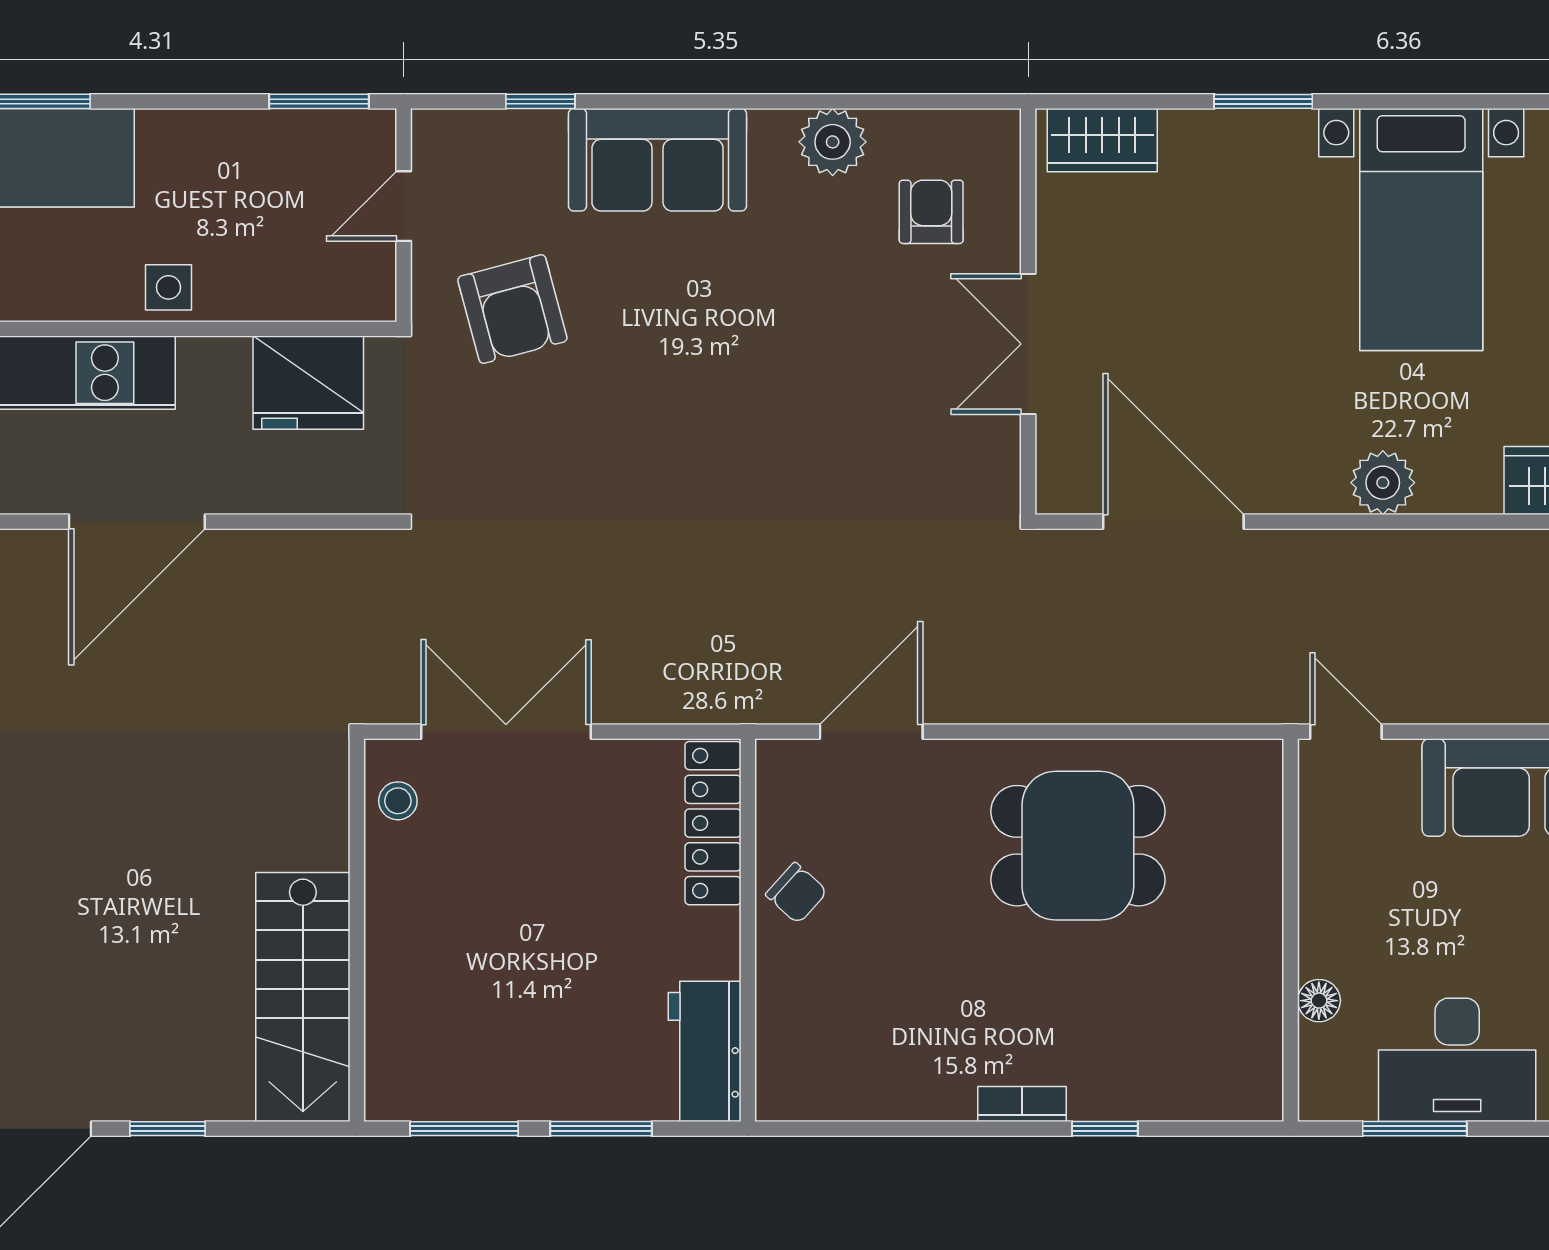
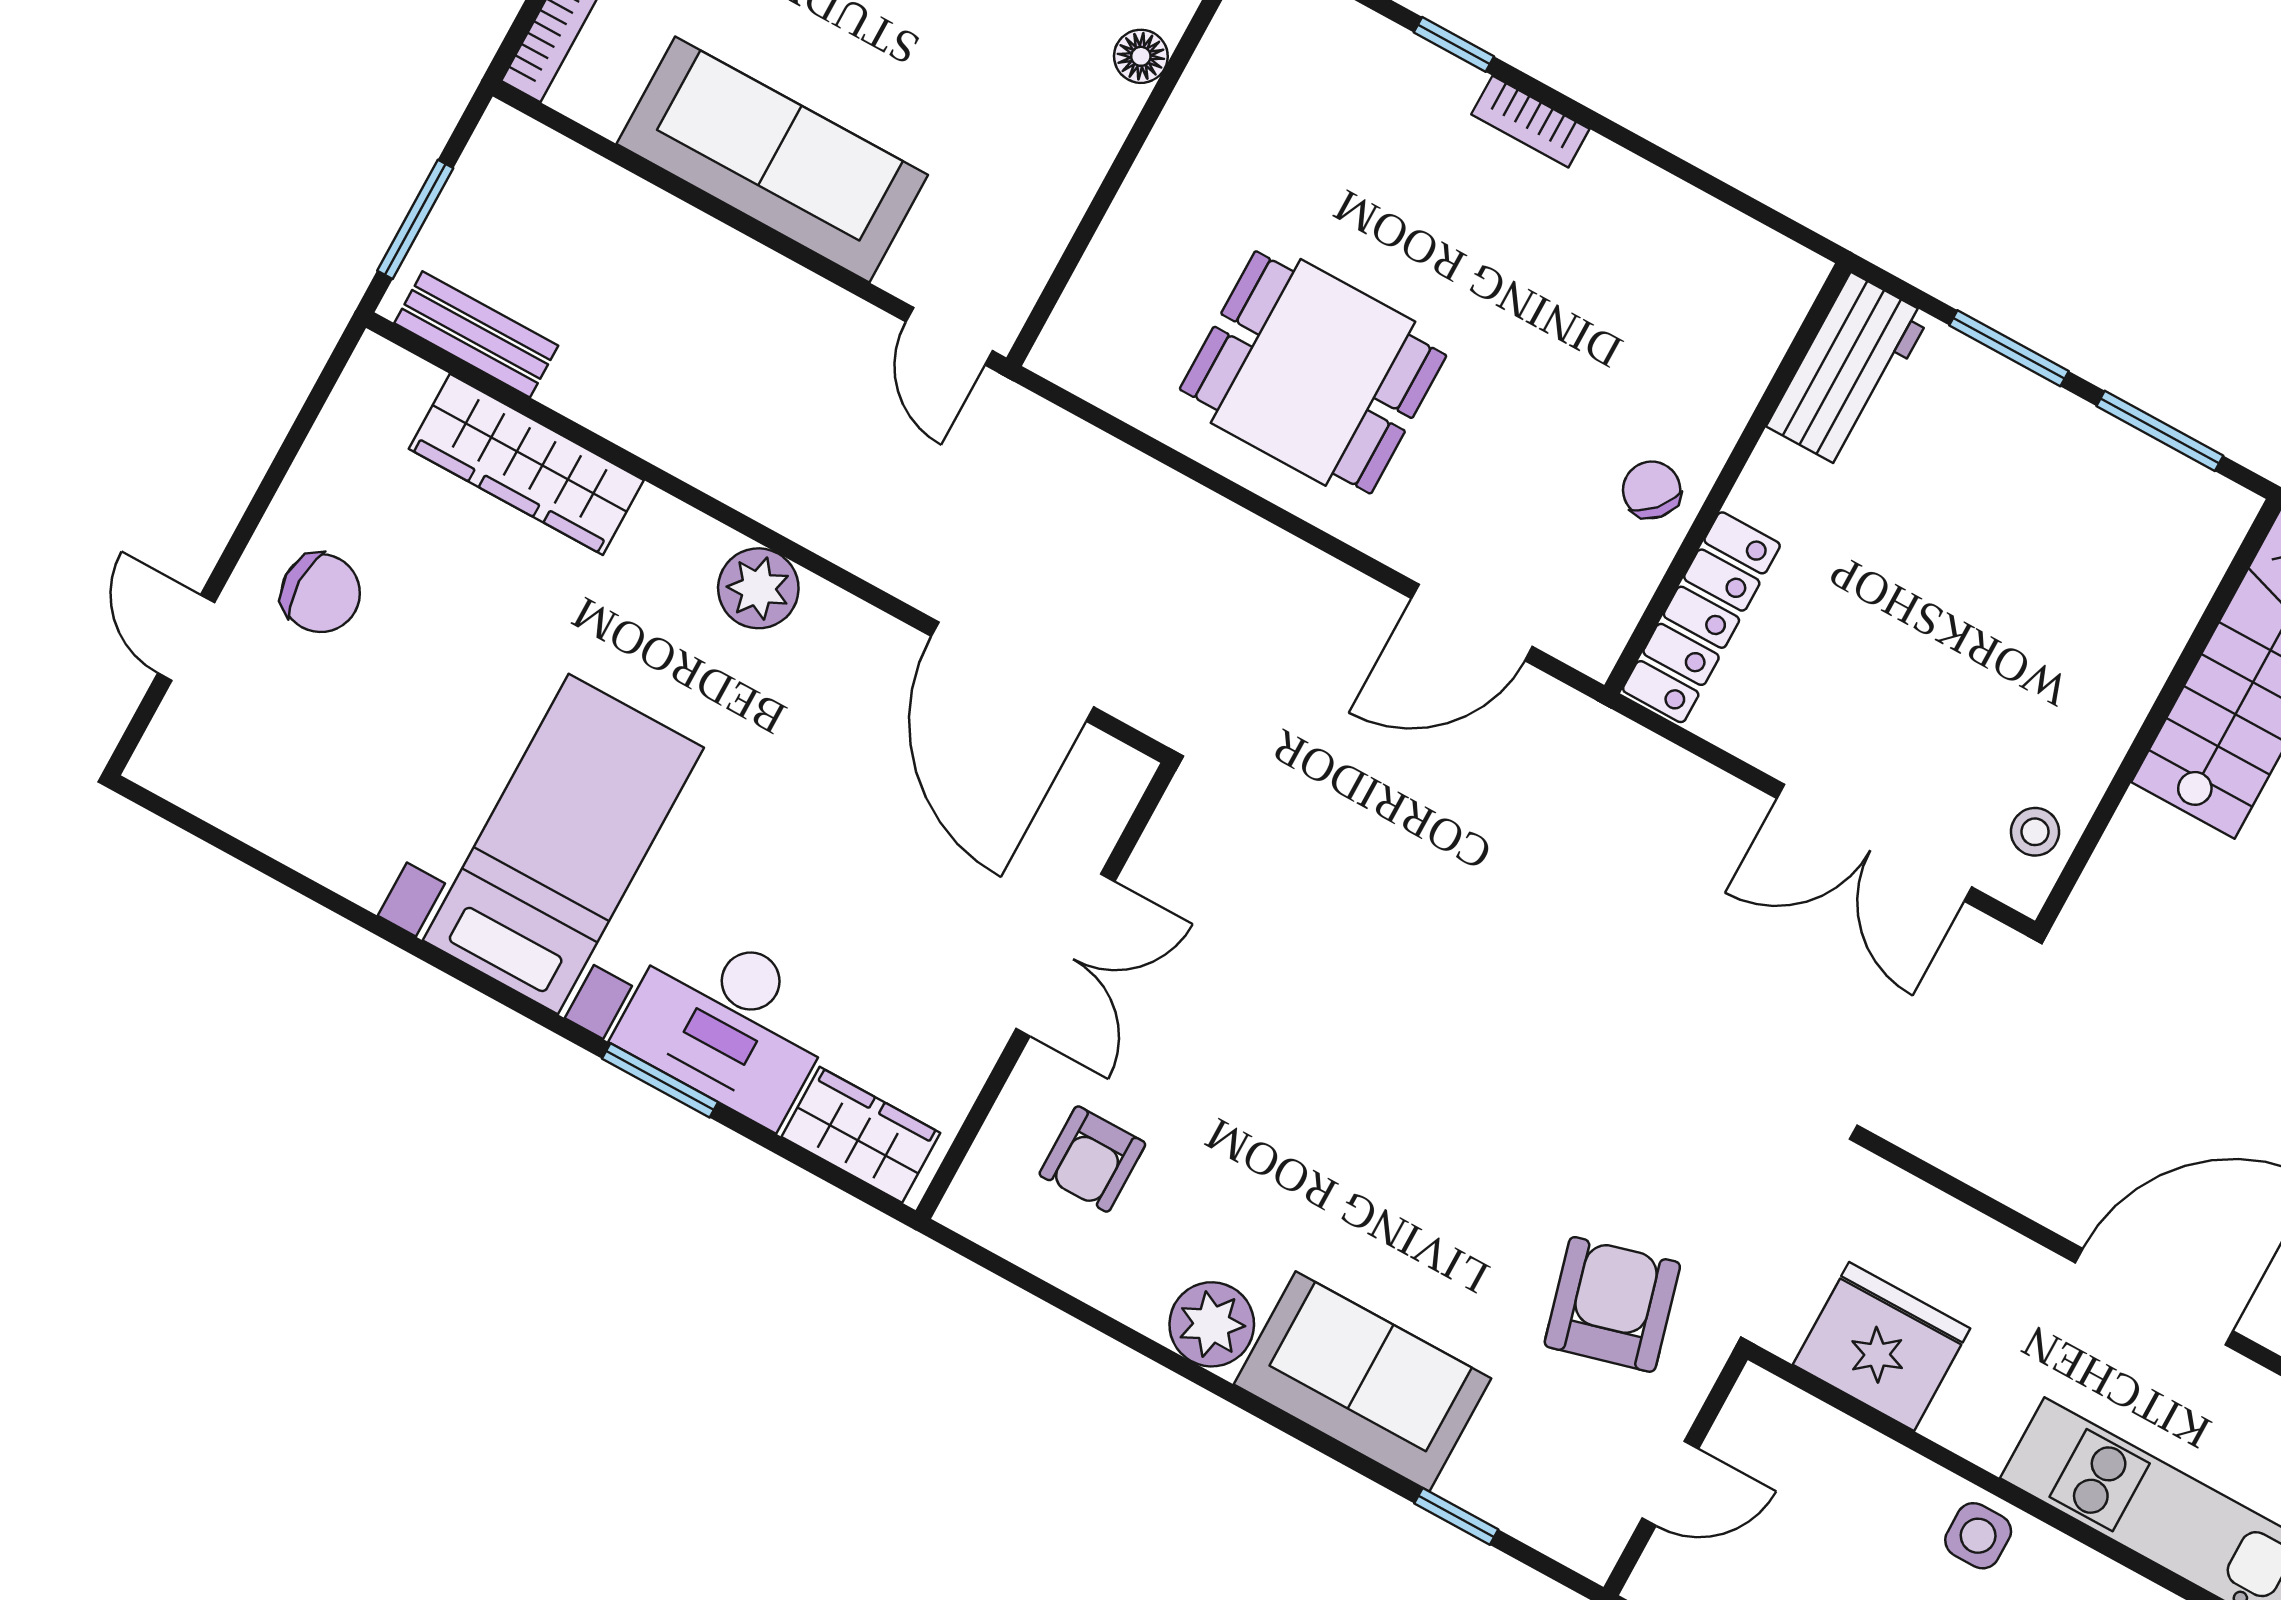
plant: (833, 142) -> (1212, 1324), moved
desk: (1238, 168) -> (728, 1022), added

